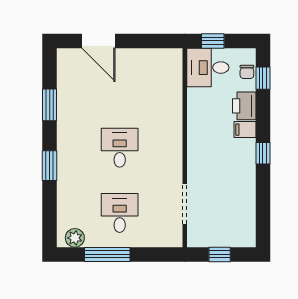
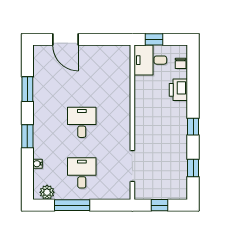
window: (263, 78) -> (193, 168), moved
filing cabinet: (245, 130) -> (179, 108), removed
water cooler: (63, 201) -> (38, 164), added

